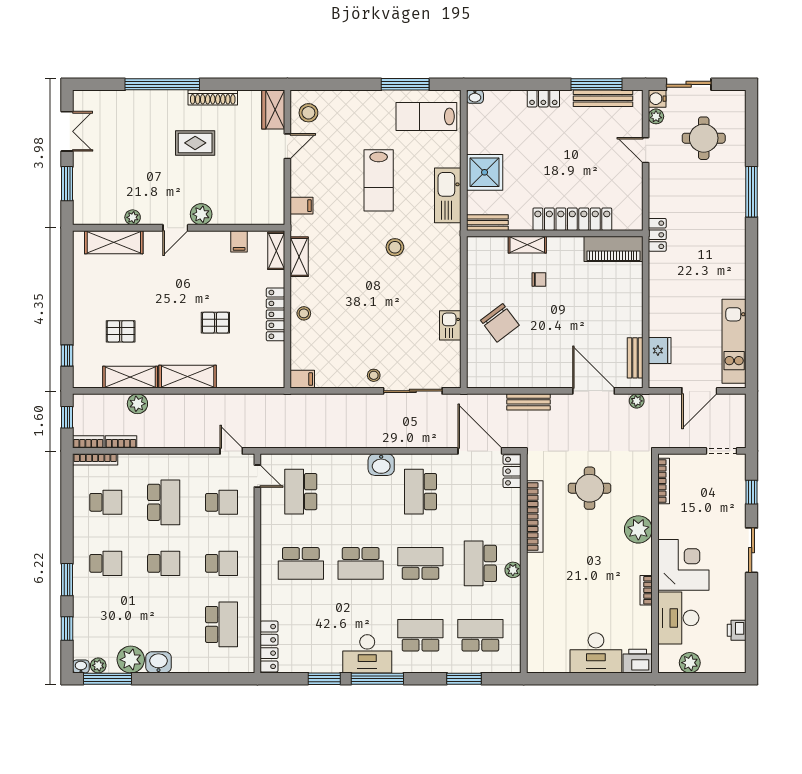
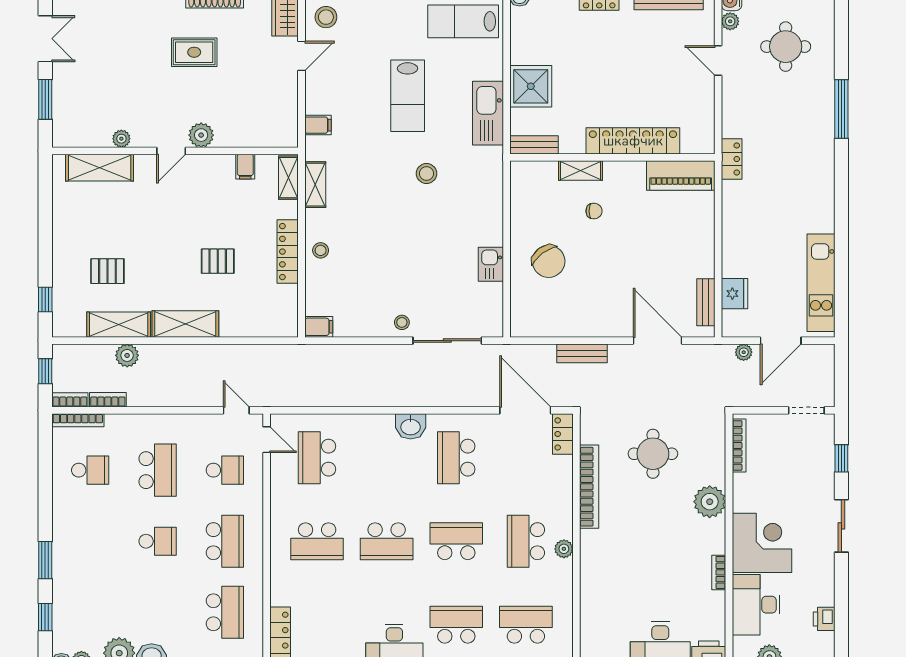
plant: (637, 401) -> (744, 352), moved
school desk: (106, 563) -> (90, 541), removed
school desk: (222, 563) -> (225, 541), width x1.85

